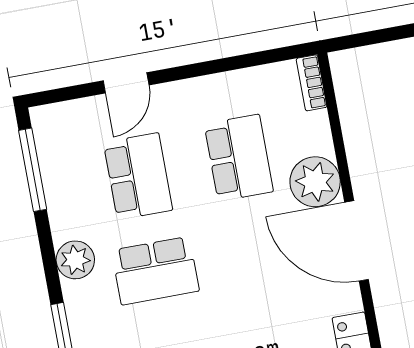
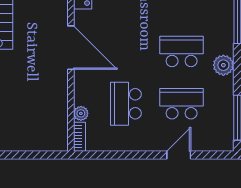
school desk: (138, 176) -> (182, 104), turned 90
plant: (315, 182) -> (81, 113), moved, width x0.53, depth x0.53

